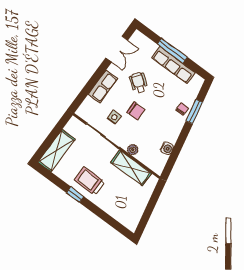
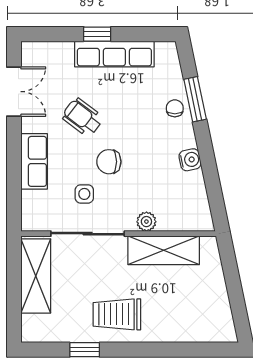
window: (172, 51) -> (97, 34), width x0.46
chair: (136, 111) -> (109, 162), turned 180
water cooler: (167, 148) -> (190, 160), moved
shelving: (56, 151) -> (36, 276), moved
window: (75, 195) -> (85, 350), moved

